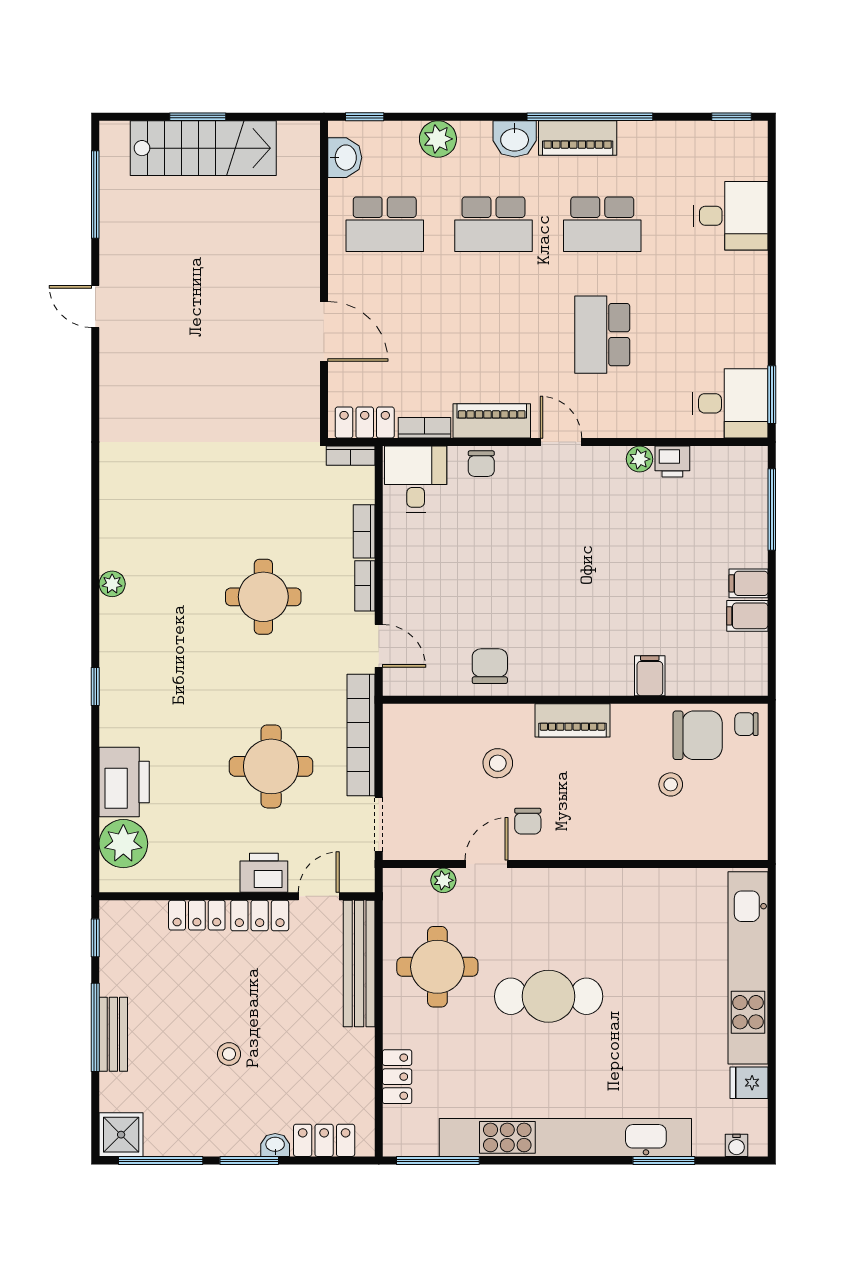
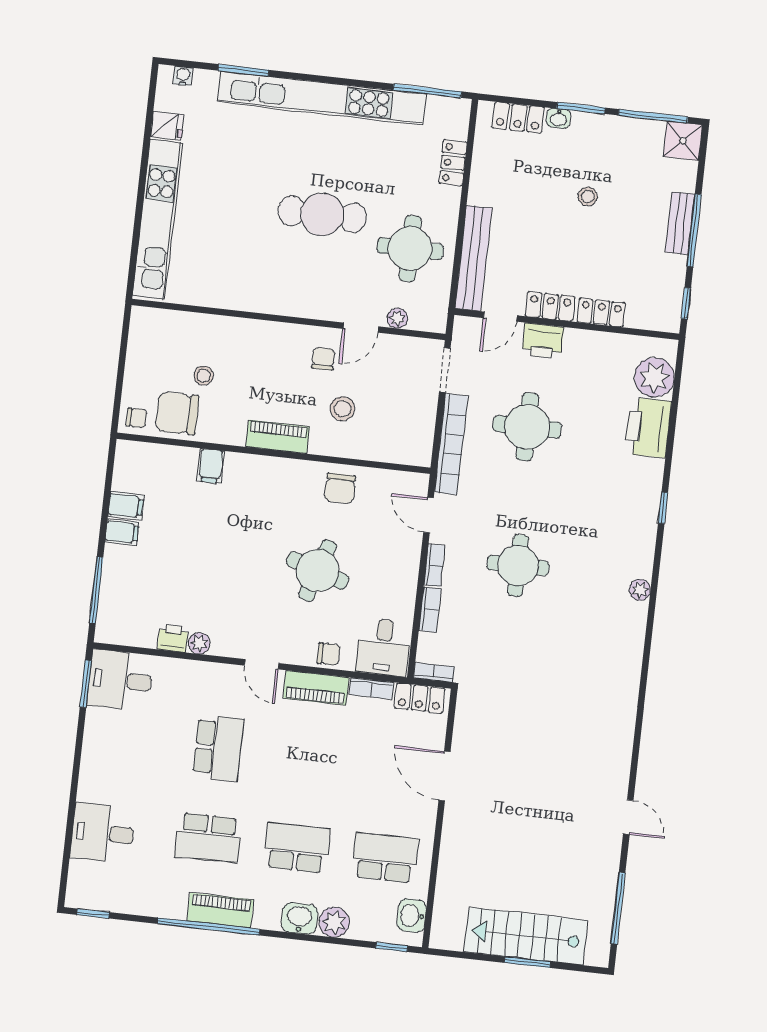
washbasin: (515, 139) -> (300, 918), moved
school desk: (602, 224) -> (208, 838), turned 180
chair: (481, 464) -> (328, 654), turned 90
round table: (506, 563) -> (318, 571), added

